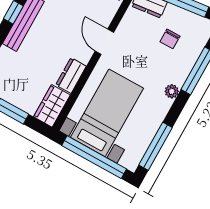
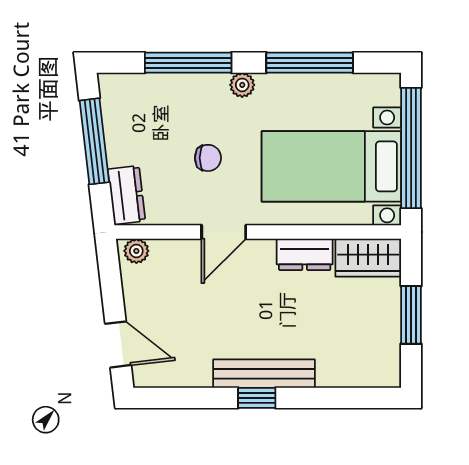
chair: (170, 39) -> (208, 158), moved
window: (156, 146) -> (310, 63), moved

